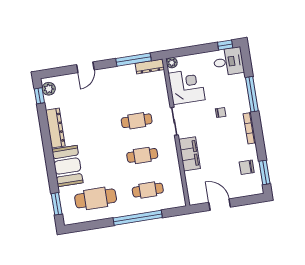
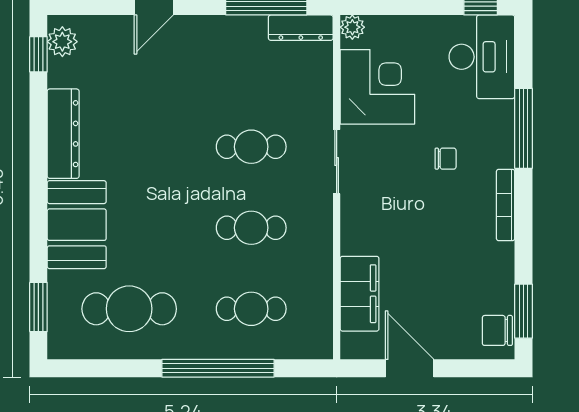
desk: (228, 62) -> (482, 57), width x1.37
filing cabinet: (190, 154) -> (360, 294), moved
chair: (247, 167) -> (497, 330), moved

